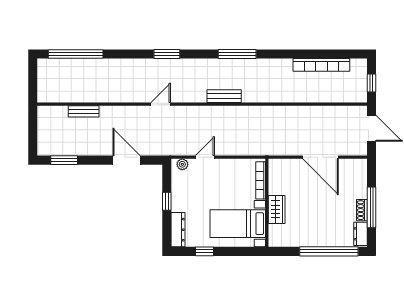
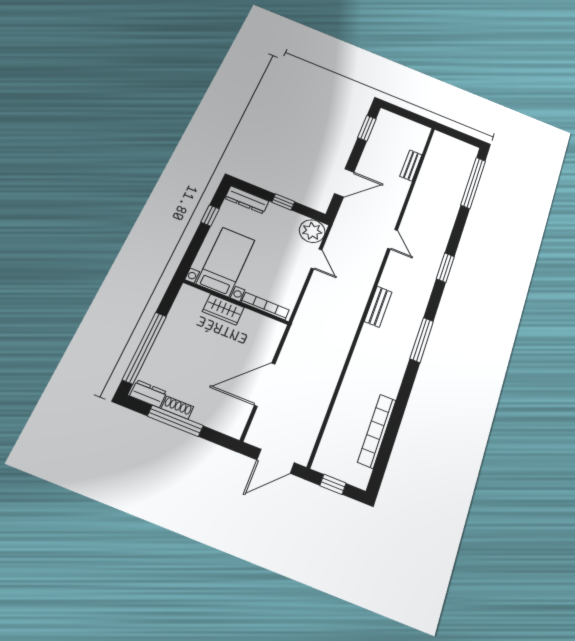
plant: (182, 164) -> (312, 231), width x1.88, depth x1.88

